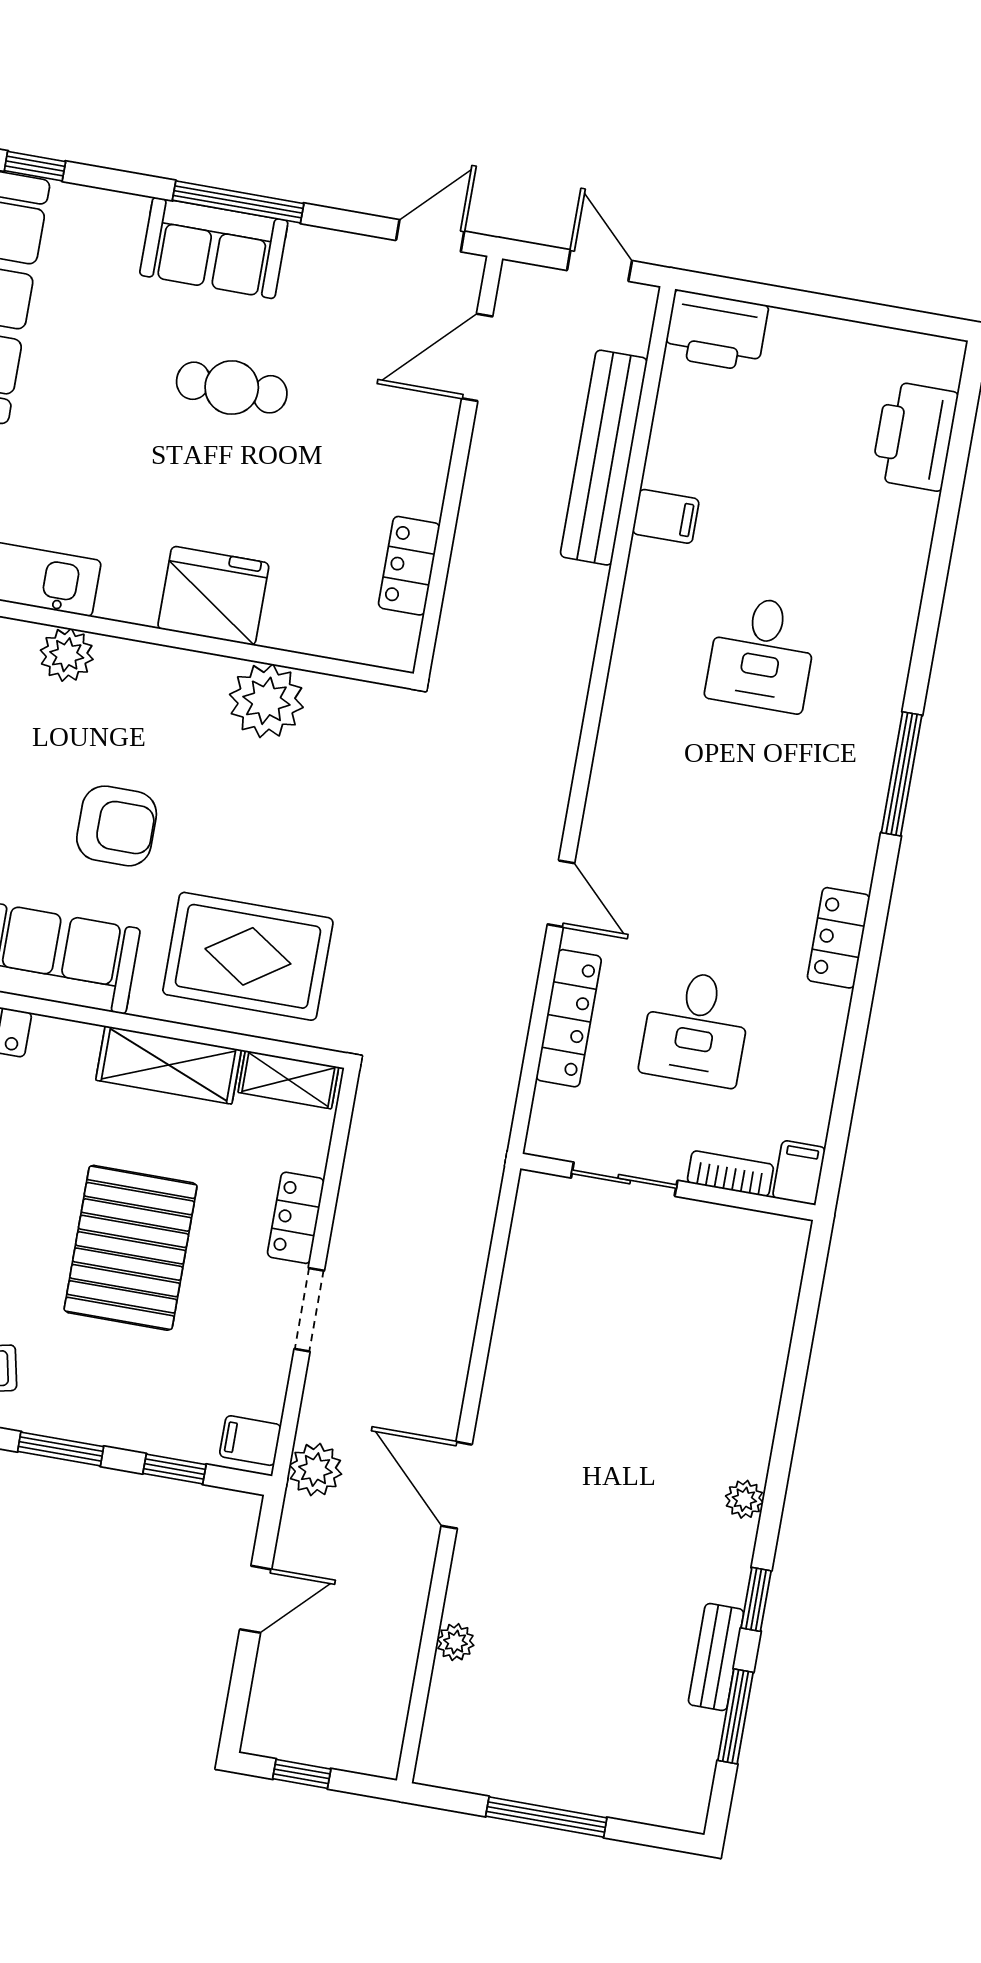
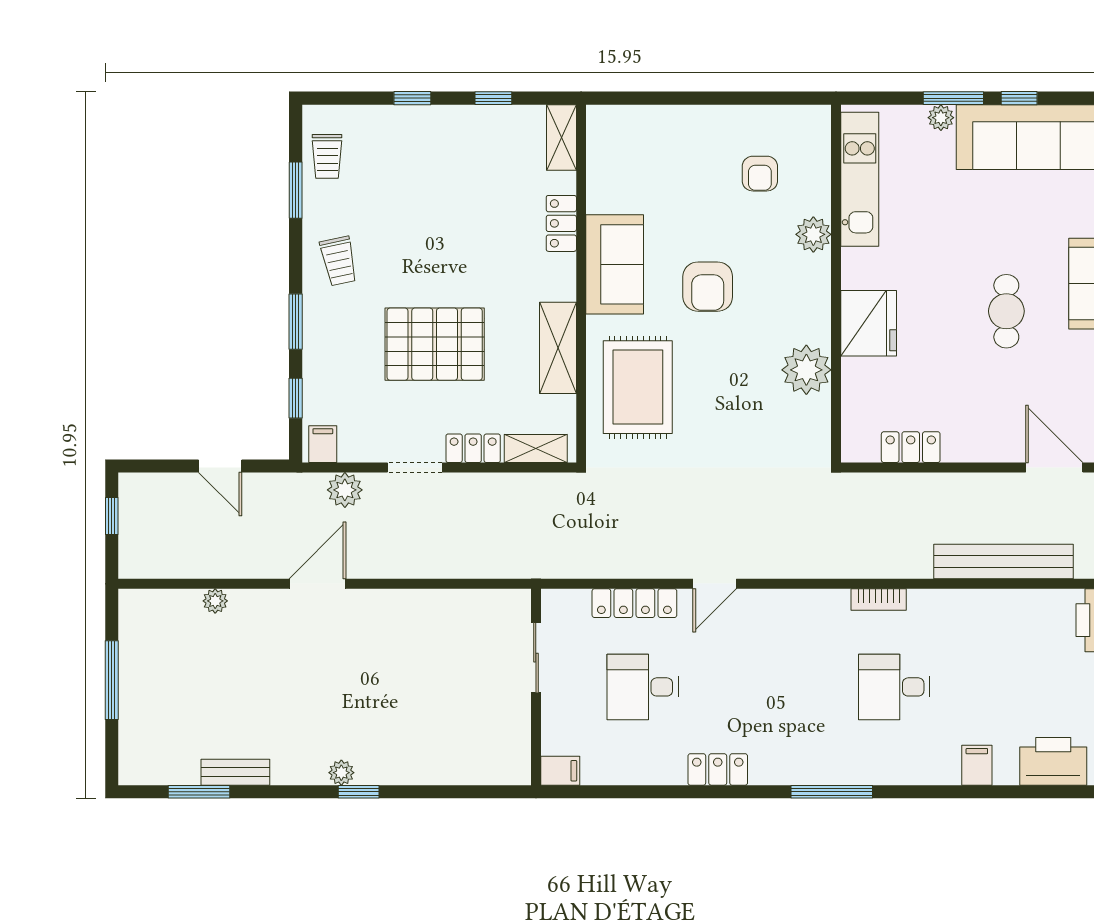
filing cabinet: (666, 516) -> (977, 765), moved, turned 180
shelving: (288, 1080) -> (536, 449), moved, turned 90
bookcase: (730, 1174) -> (879, 600), moved, turned 90
plant: (315, 1470) -> (345, 490), moved
window: (756, 1599) -> (359, 792), moved

